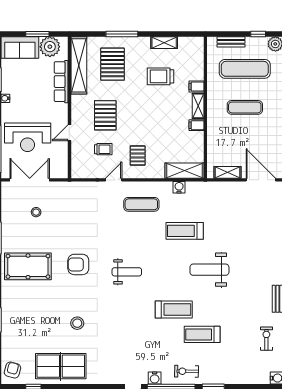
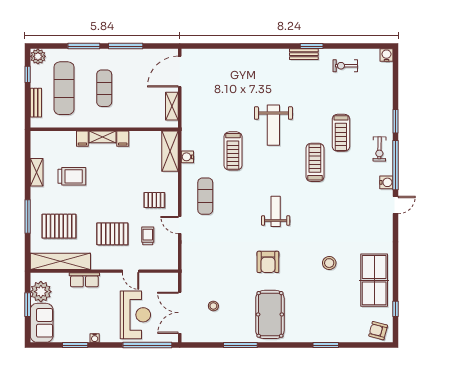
trolley: (160, 76) -> (72, 176), turned -90
row of seats: (61, 82) -> (84, 280), width x0.68

